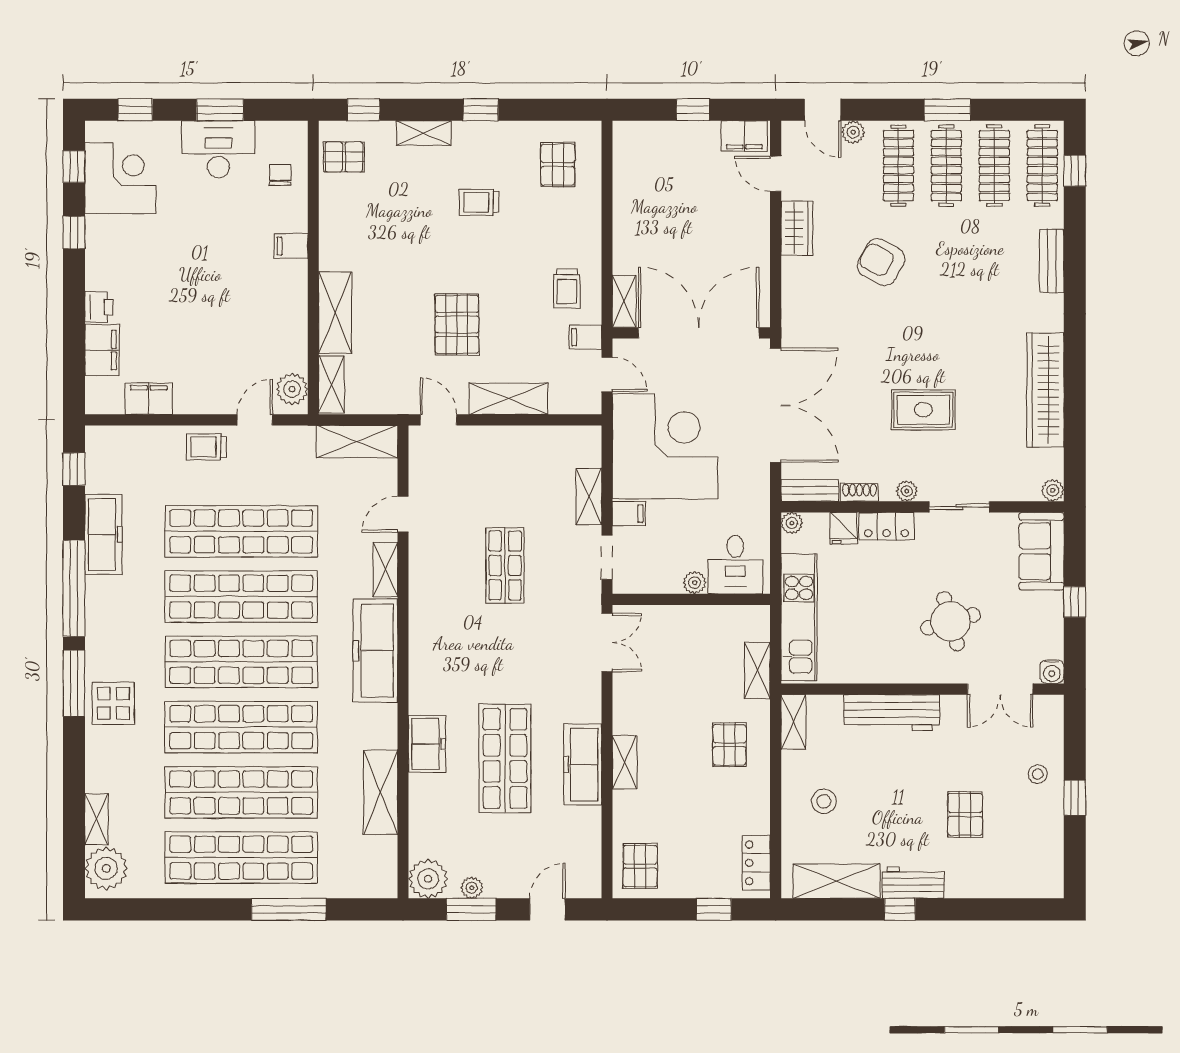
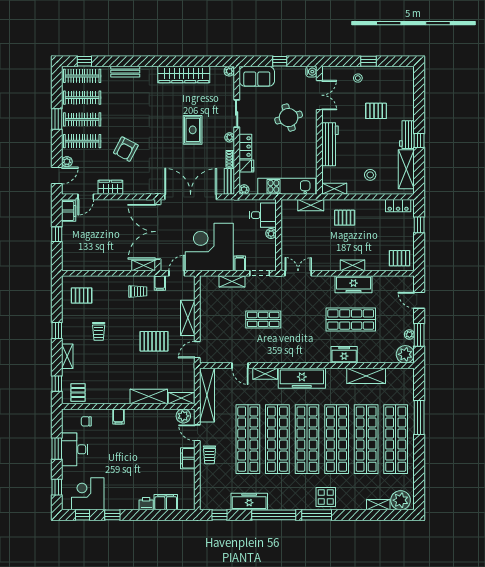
filing cabinet: (149, 399) -> (188, 458), moved
shelving: (357, 442) -> (207, 395), width x1.47

